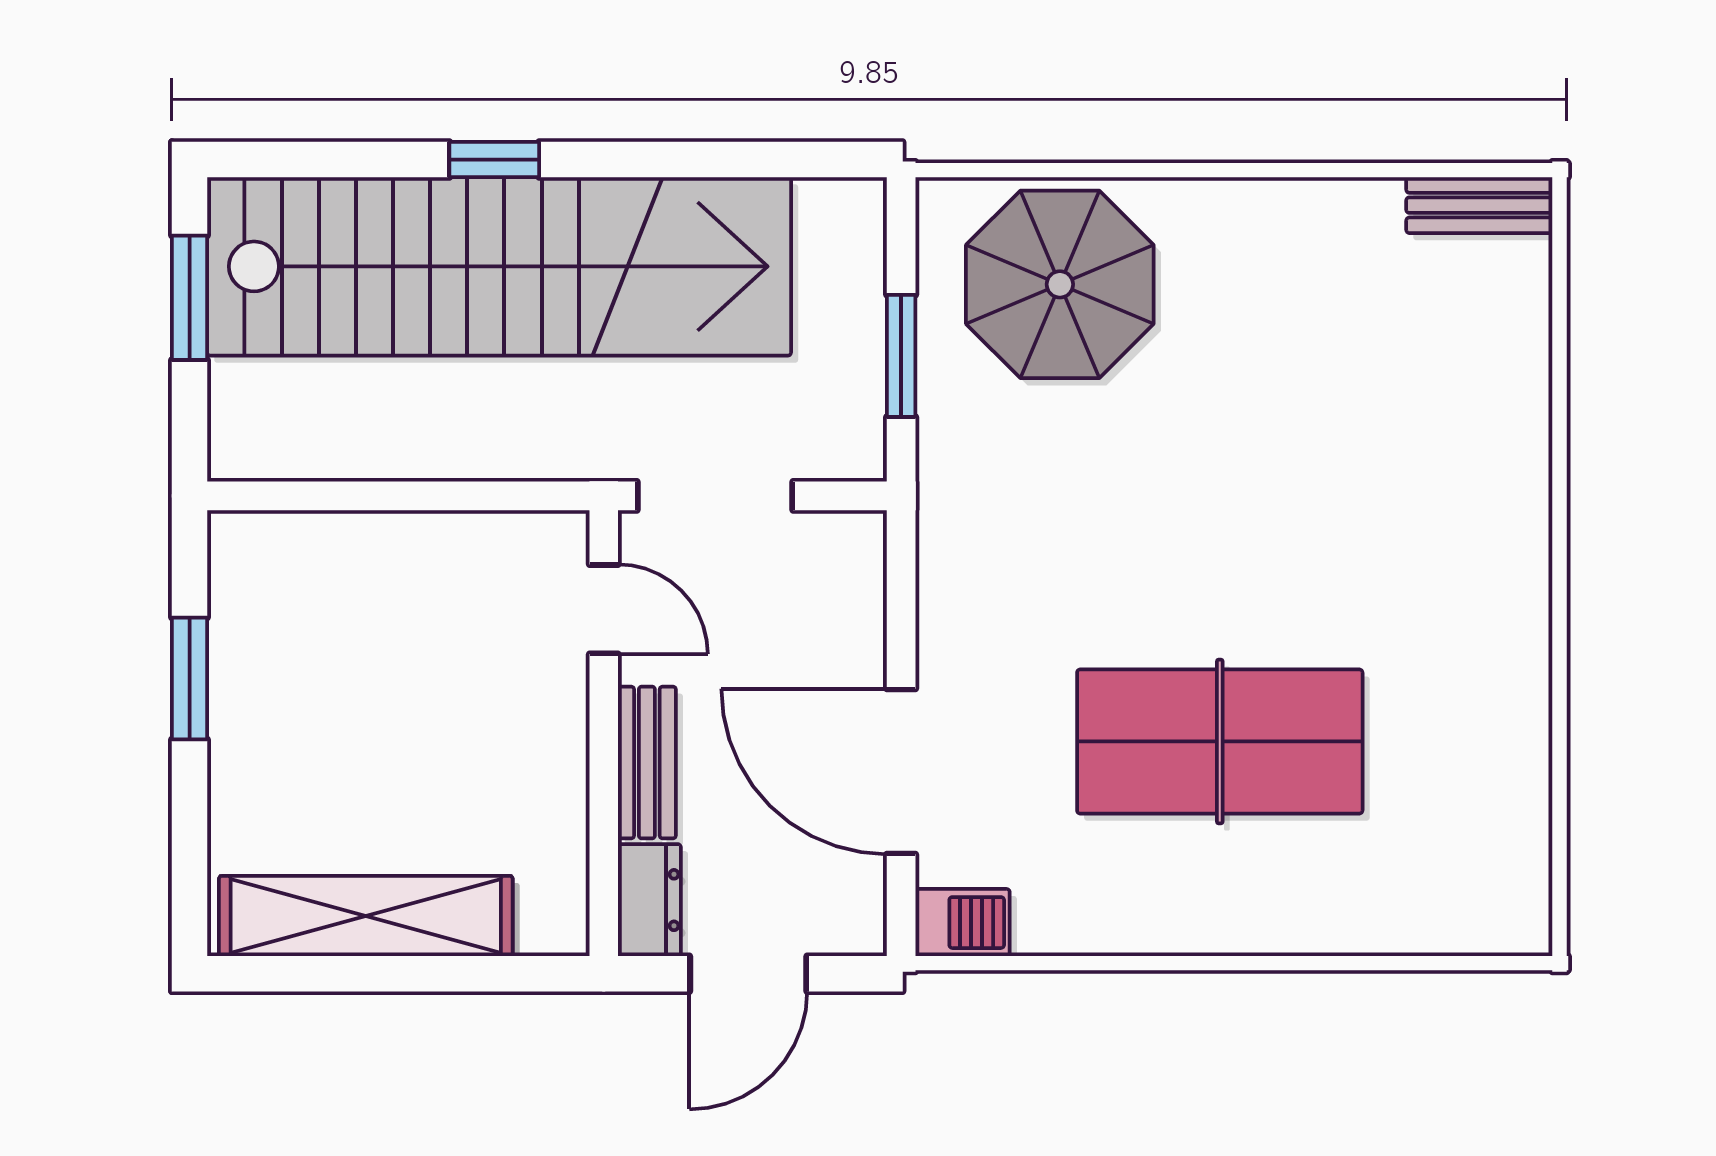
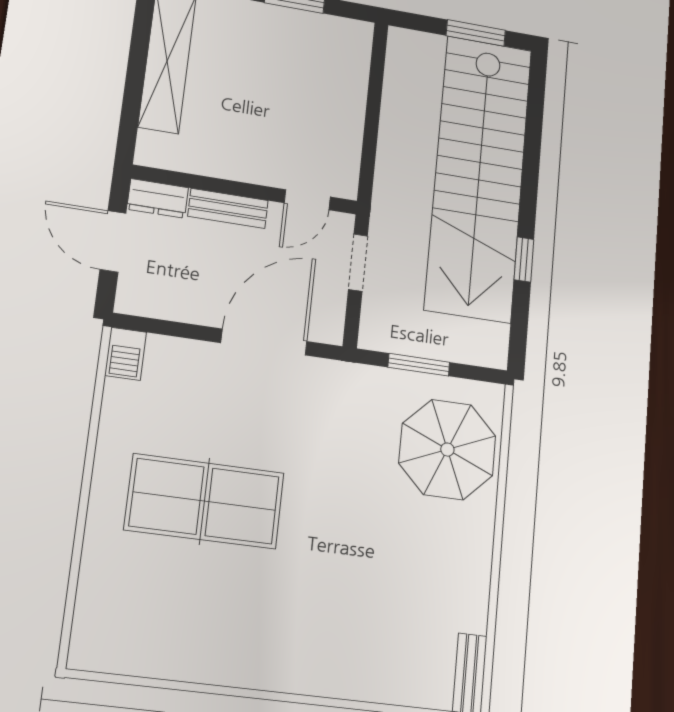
window: (494, 160) -> (524, 259), moved
doorway: (715, 496) -> (358, 263), width x0.73
table tennis table: (1220, 741) -> (205, 501), turned 90
door: (901, 771) -> (264, 342), moved

